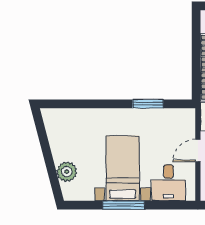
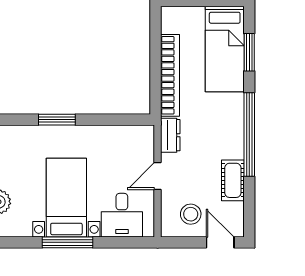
window: (148, 104) -> (57, 120), moved

